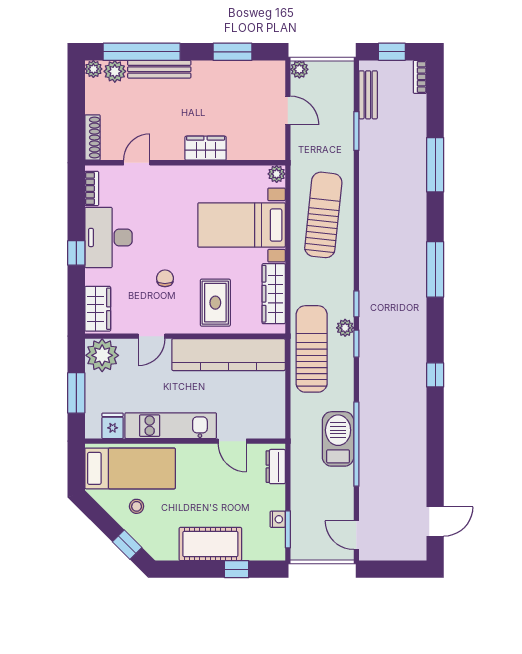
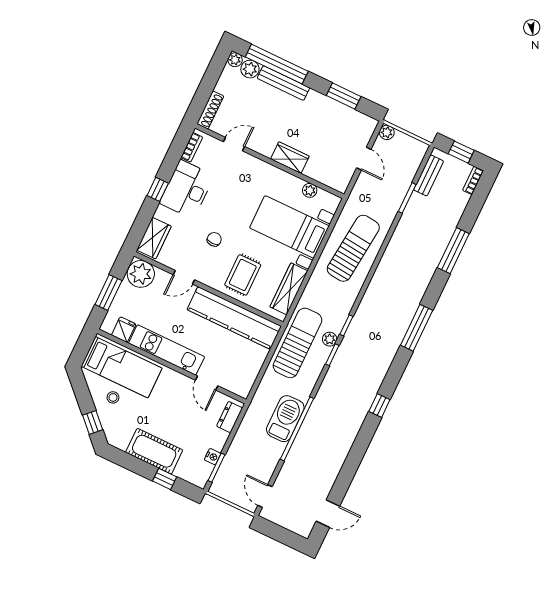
plant: (277, 174) -> (310, 190), moved

